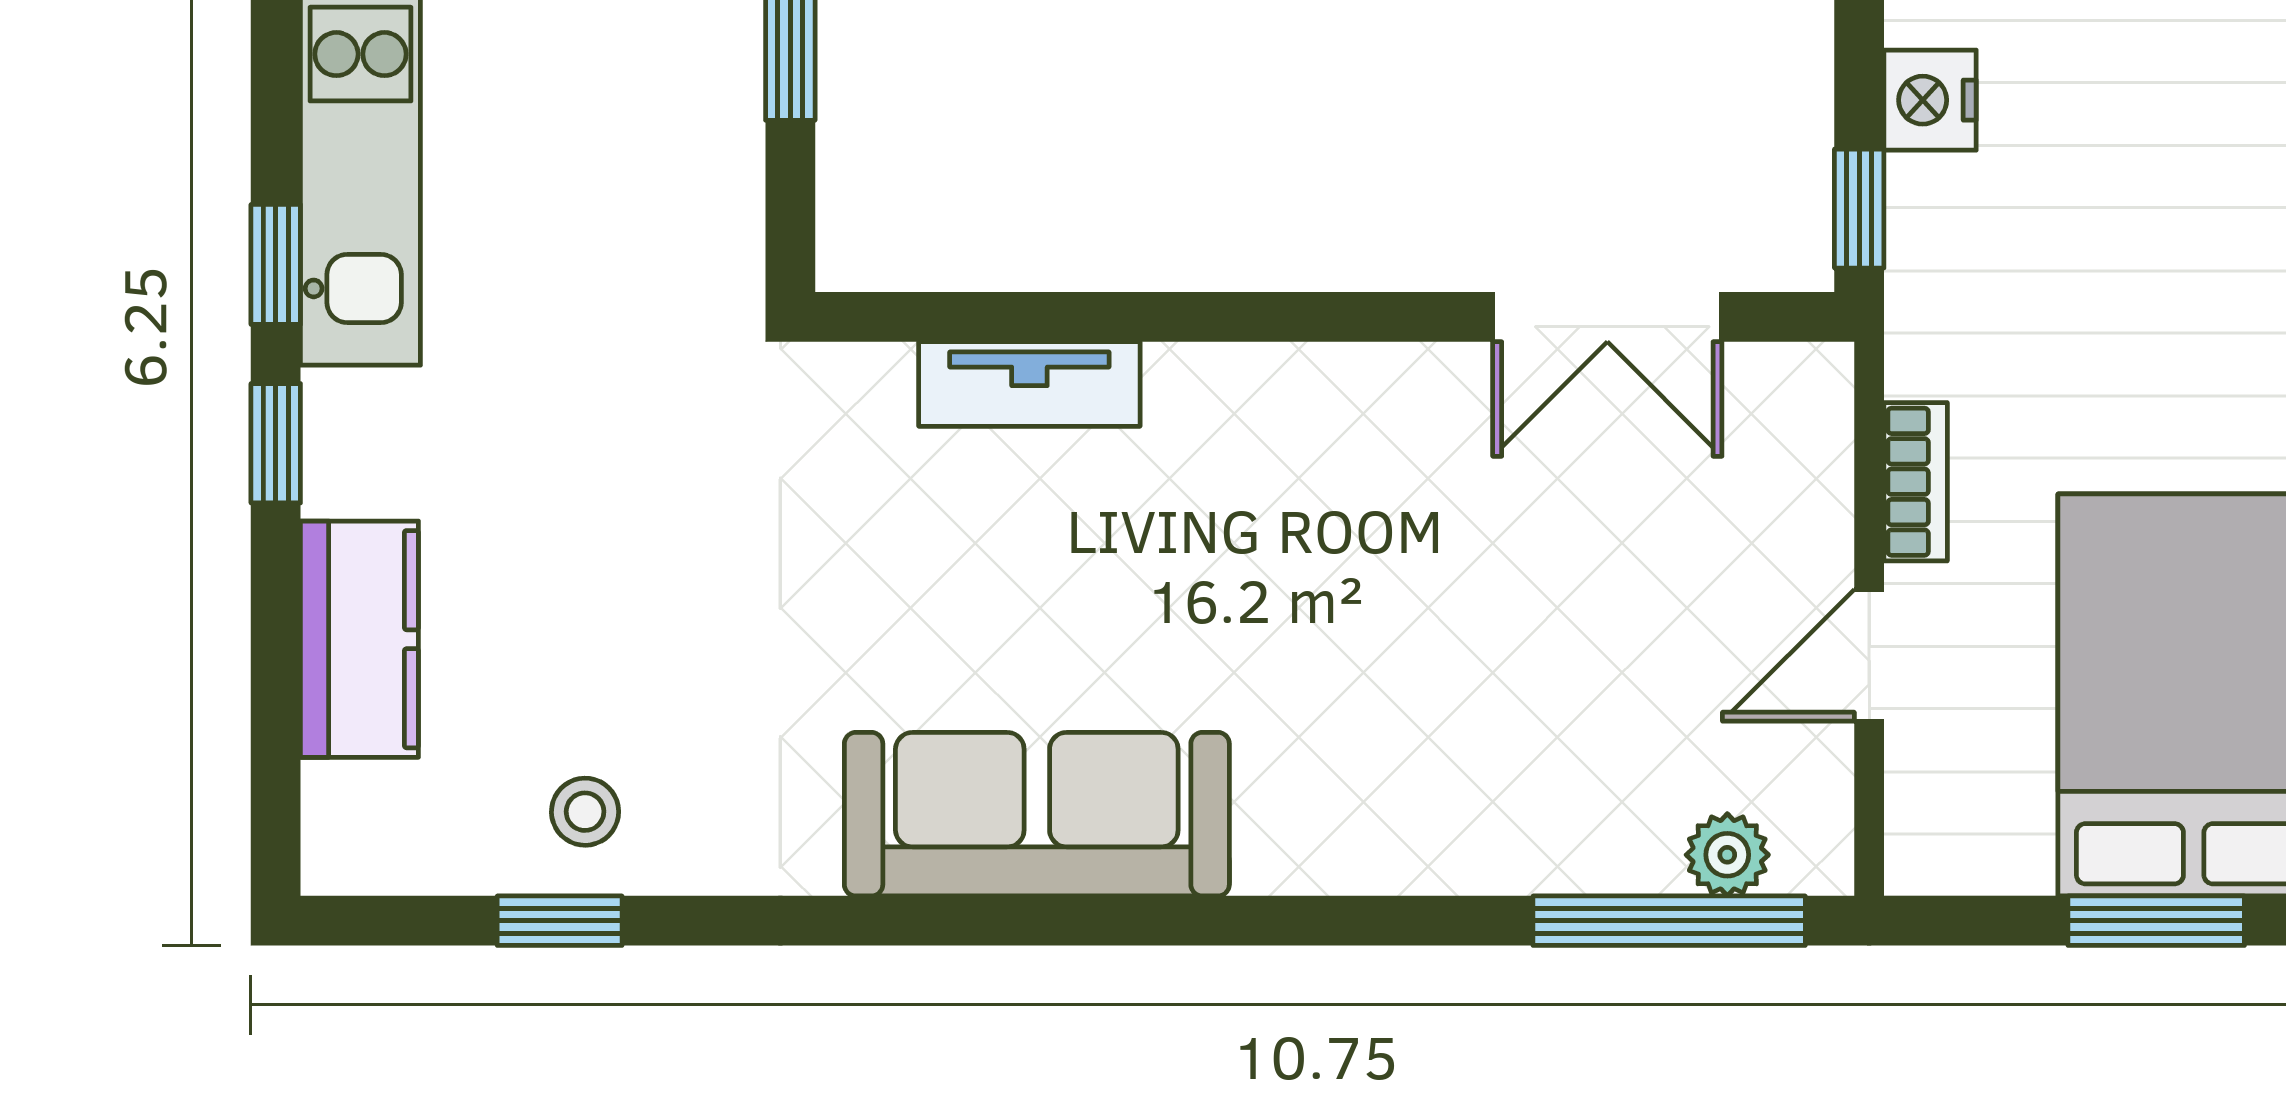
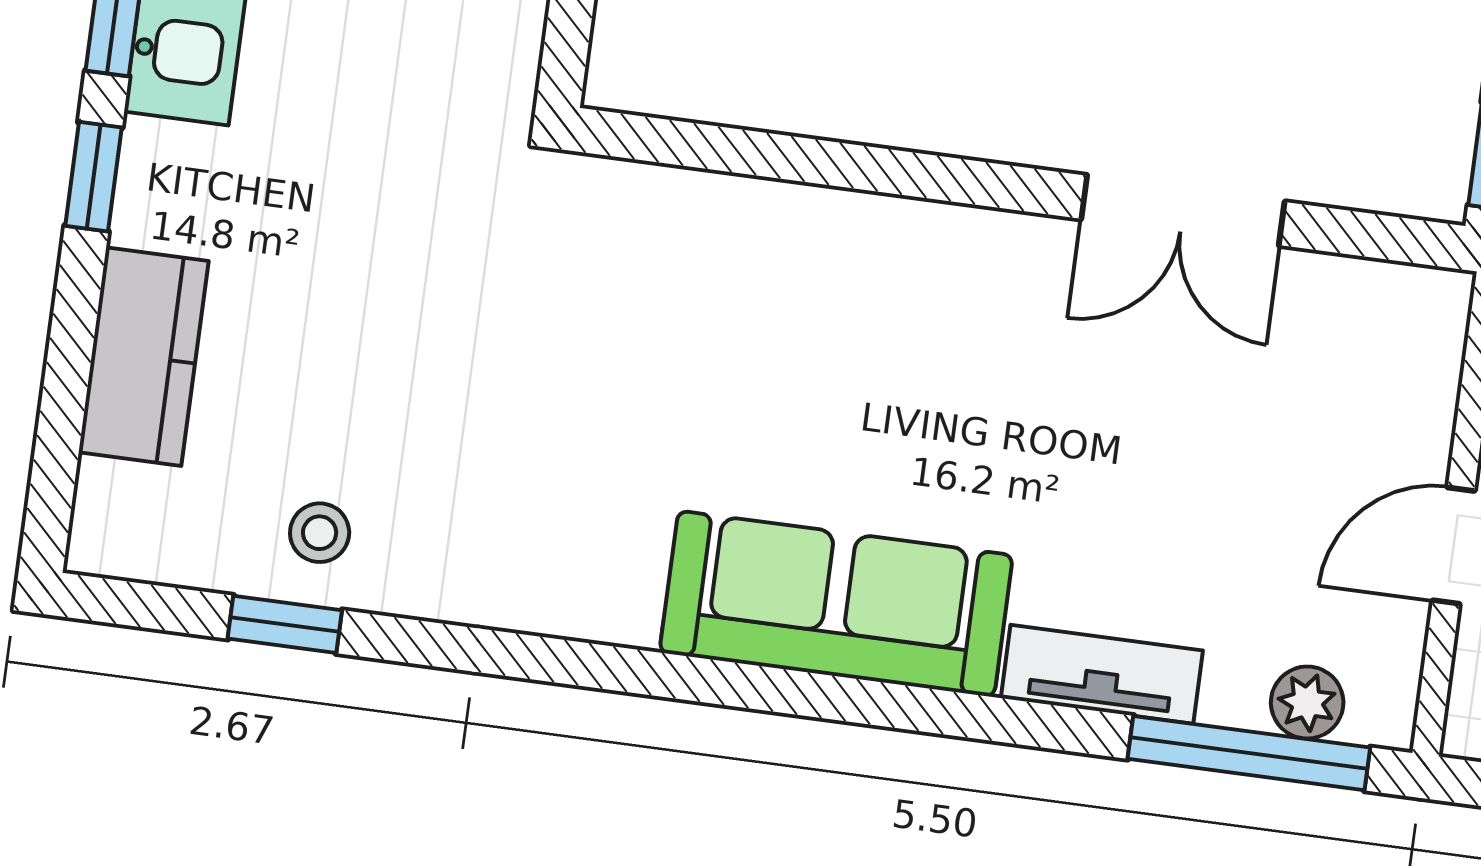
double door: (1607, 317) -> (1183, 210), moved
tv unit: (1029, 384) -> (1102, 674), moved, turned 180
sofa: (1037, 814) -> (836, 604), moved

